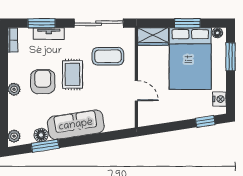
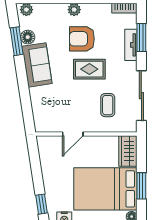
coffee table: (108, 56) -> (108, 105), width x0.73, depth x0.77
armchair: (43, 82) -> (82, 39), turned 180
sofa: (76, 125) -> (37, 65), width x0.73

